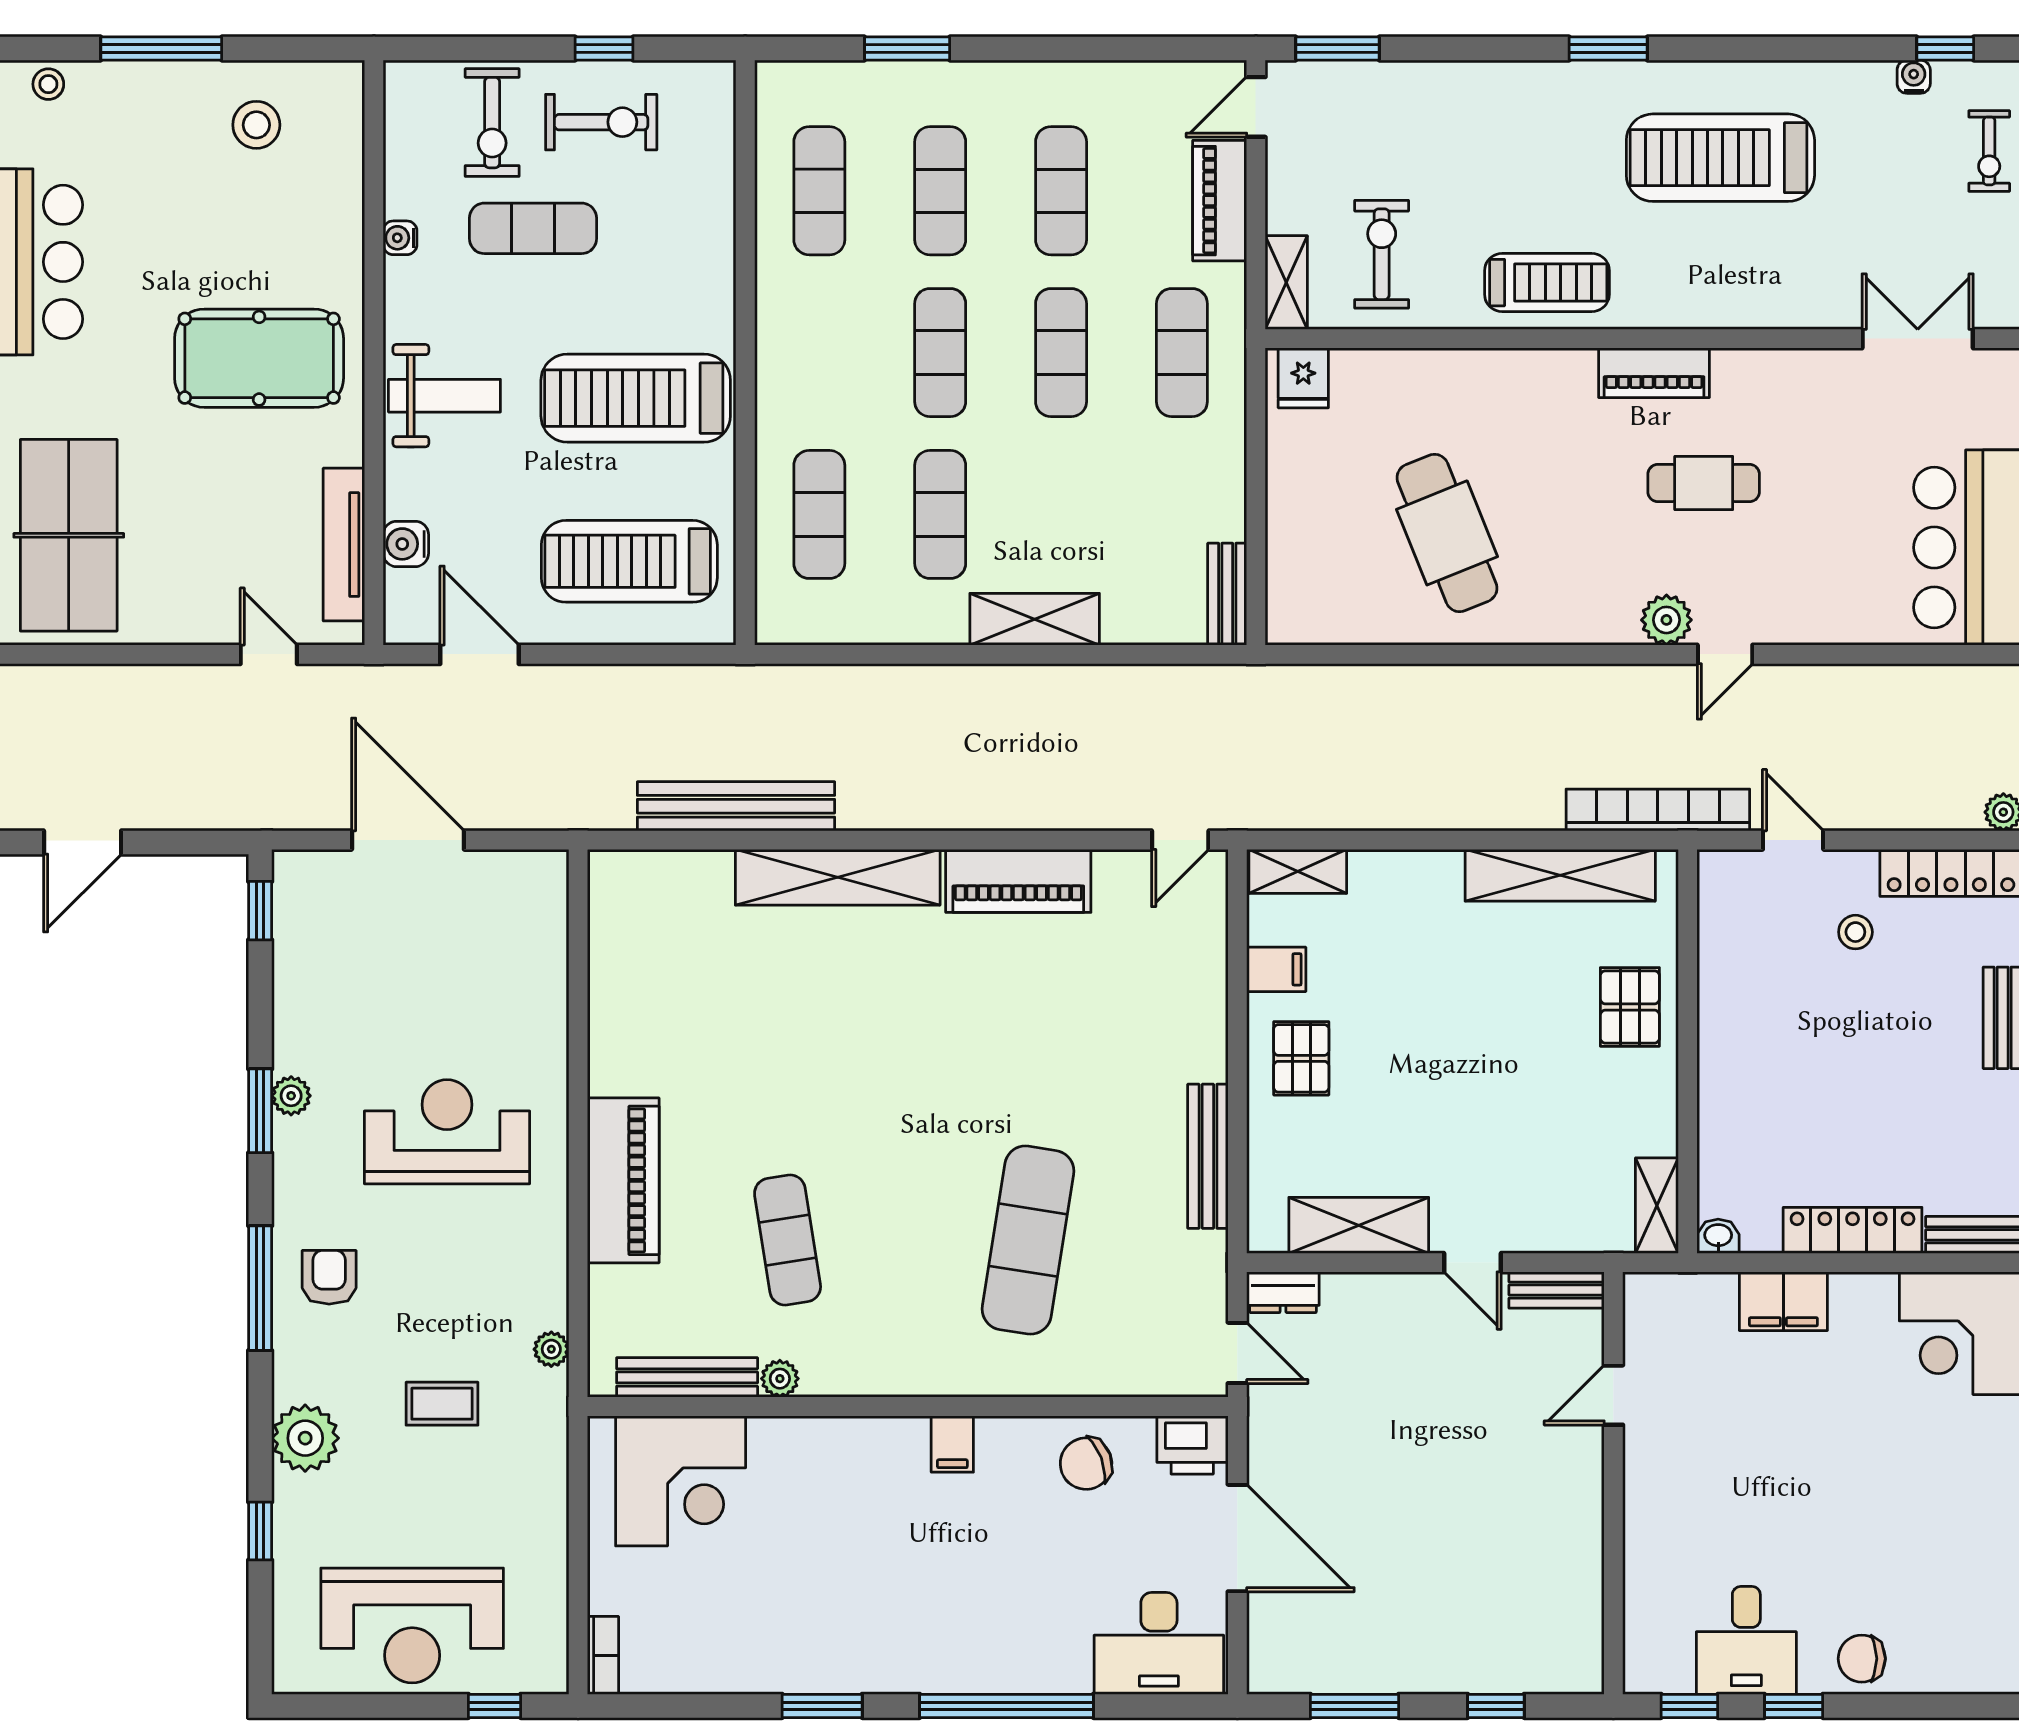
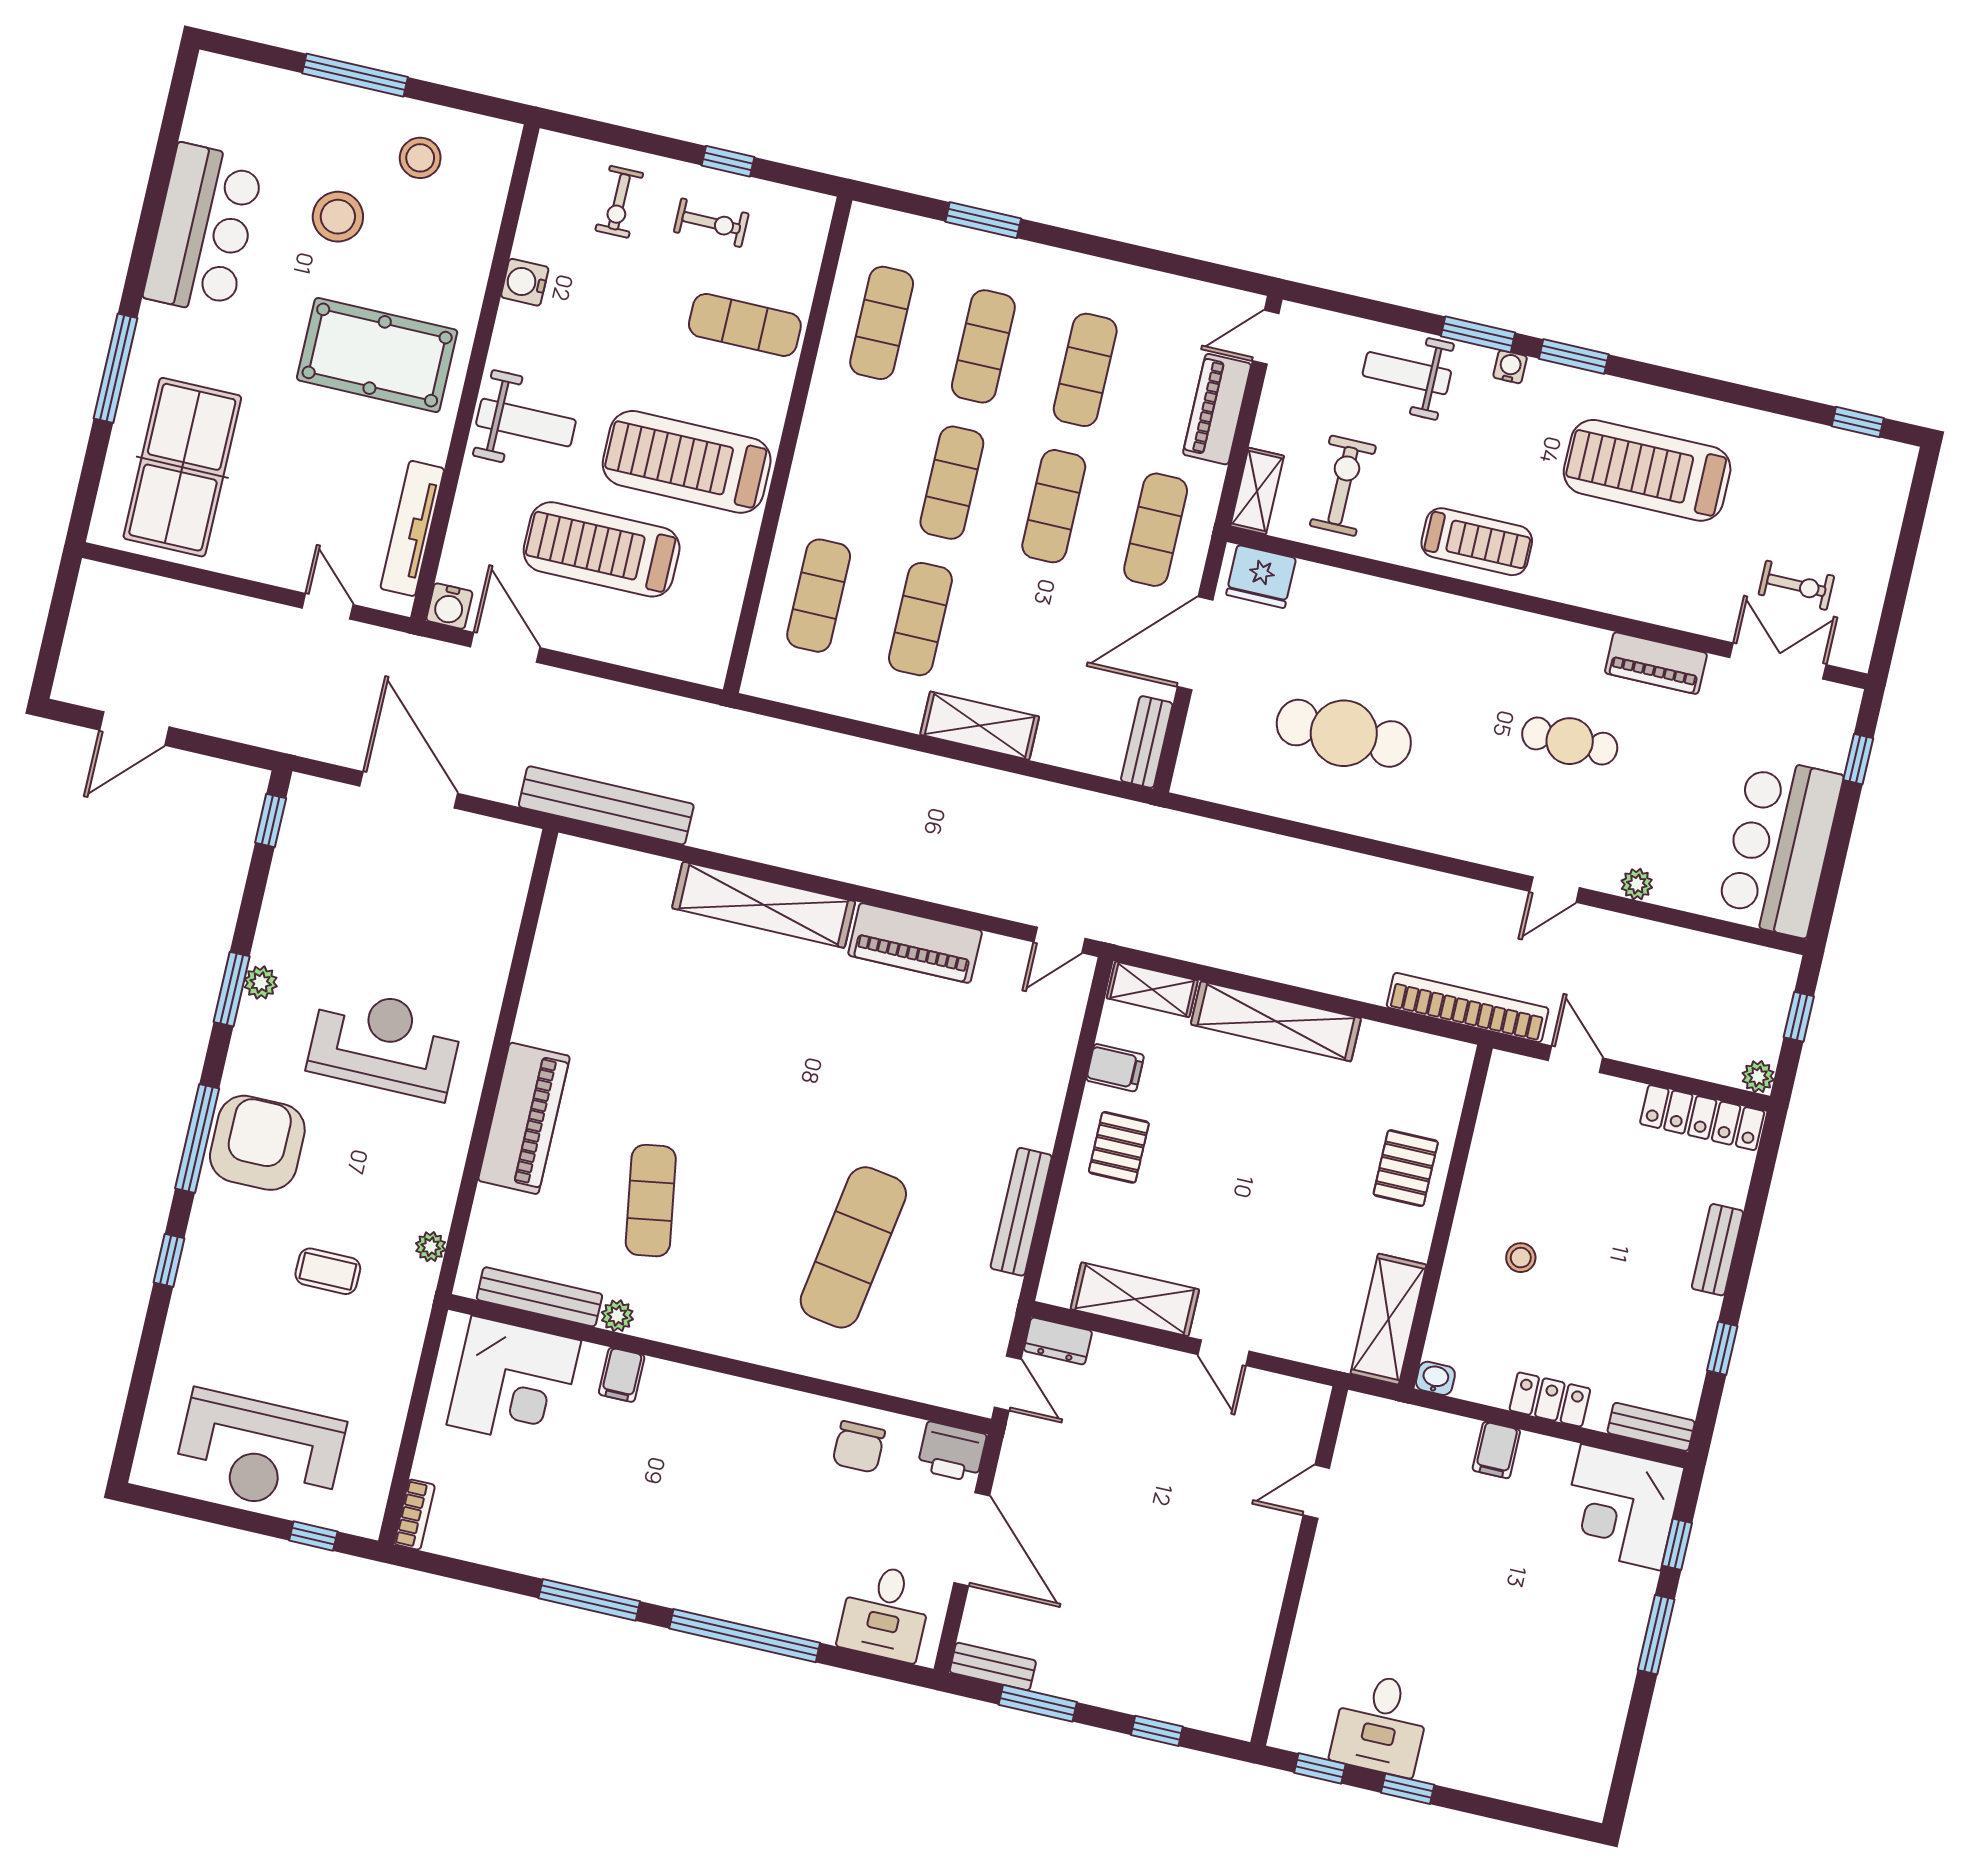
window: (1338, 49) -> (1478, 334), moved
water cooler: (1914, 77) -> (1510, 367), moved
stool: (48, 84) -> (338, 217), moved, width x1.89, depth x1.89
weight bench: (1424, 111) -> (1407, 373), added
exercise bike: (601, 122) -> (711, 223), width x0.73, depth x0.72
exercise bike: (492, 123) -> (619, 202), width x0.73, depth x0.72
exercise bike: (1989, 151) -> (1796, 585), moved, turned -90
exercise mat: (533, 228) -> (745, 325), moved
water cooler: (400, 238) -> (525, 282), width x1.38, depth x1.38
piano: (1654, 373) -> (1656, 663), moved
fridge: (1303, 378) -> (1261, 577), width x1.38
door: (1256, 470) -> (1195, 643), added
cafe table: (1447, 533) -> (1344, 733), turned -68
water cooler: (406, 544) -> (449, 606), moved, turned -90
treadmill: (629, 561) -> (602, 549), moved
plant: (1666, 620) -> (1637, 884), moved, width x0.73, depth x0.73
bench: (736, 806) -> (606, 805), moved
shelving: (1560, 875) -> (1276, 1021), moved
stool: (1855, 932) -> (1521, 1258), moved
shelving: (1657, 1206) -> (1388, 1319), width x1.50, depth x1.33
locker: (1853, 1230) -> (1550, 1400), width x0.66
armchair: (329, 1277) -> (257, 1143), width x1.88, depth x1.88
bench: (1557, 1290) -> (993, 1666), moved
filing cabinet: (1783, 1301) -> (1496, 1450), width x0.50
plant: (305, 1438) -> (206, 1274), removed
filing cabinet: (952, 1444) -> (622, 1375), moved
chair: (1086, 1464) -> (859, 1447), turned -69
window: (260, 1531) -> (169, 1260), moved
desk: (1159, 1643) -> (885, 1613), width x0.73
chair: (1862, 1659) -> (1474, 1762), removed
window: (822, 1706) -> (589, 1600), width x1.44

